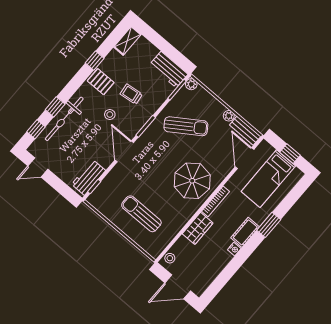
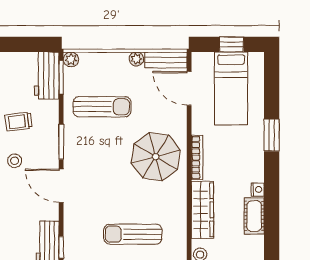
workbench: (169, 69) -> (47, 76), moved, turned 90
sun lounger: (186, 126) -> (102, 107), turned 34
wardrobe: (198, 228) -> (202, 210), width x1.50
cot: (245, 232) -> (254, 216), moved

